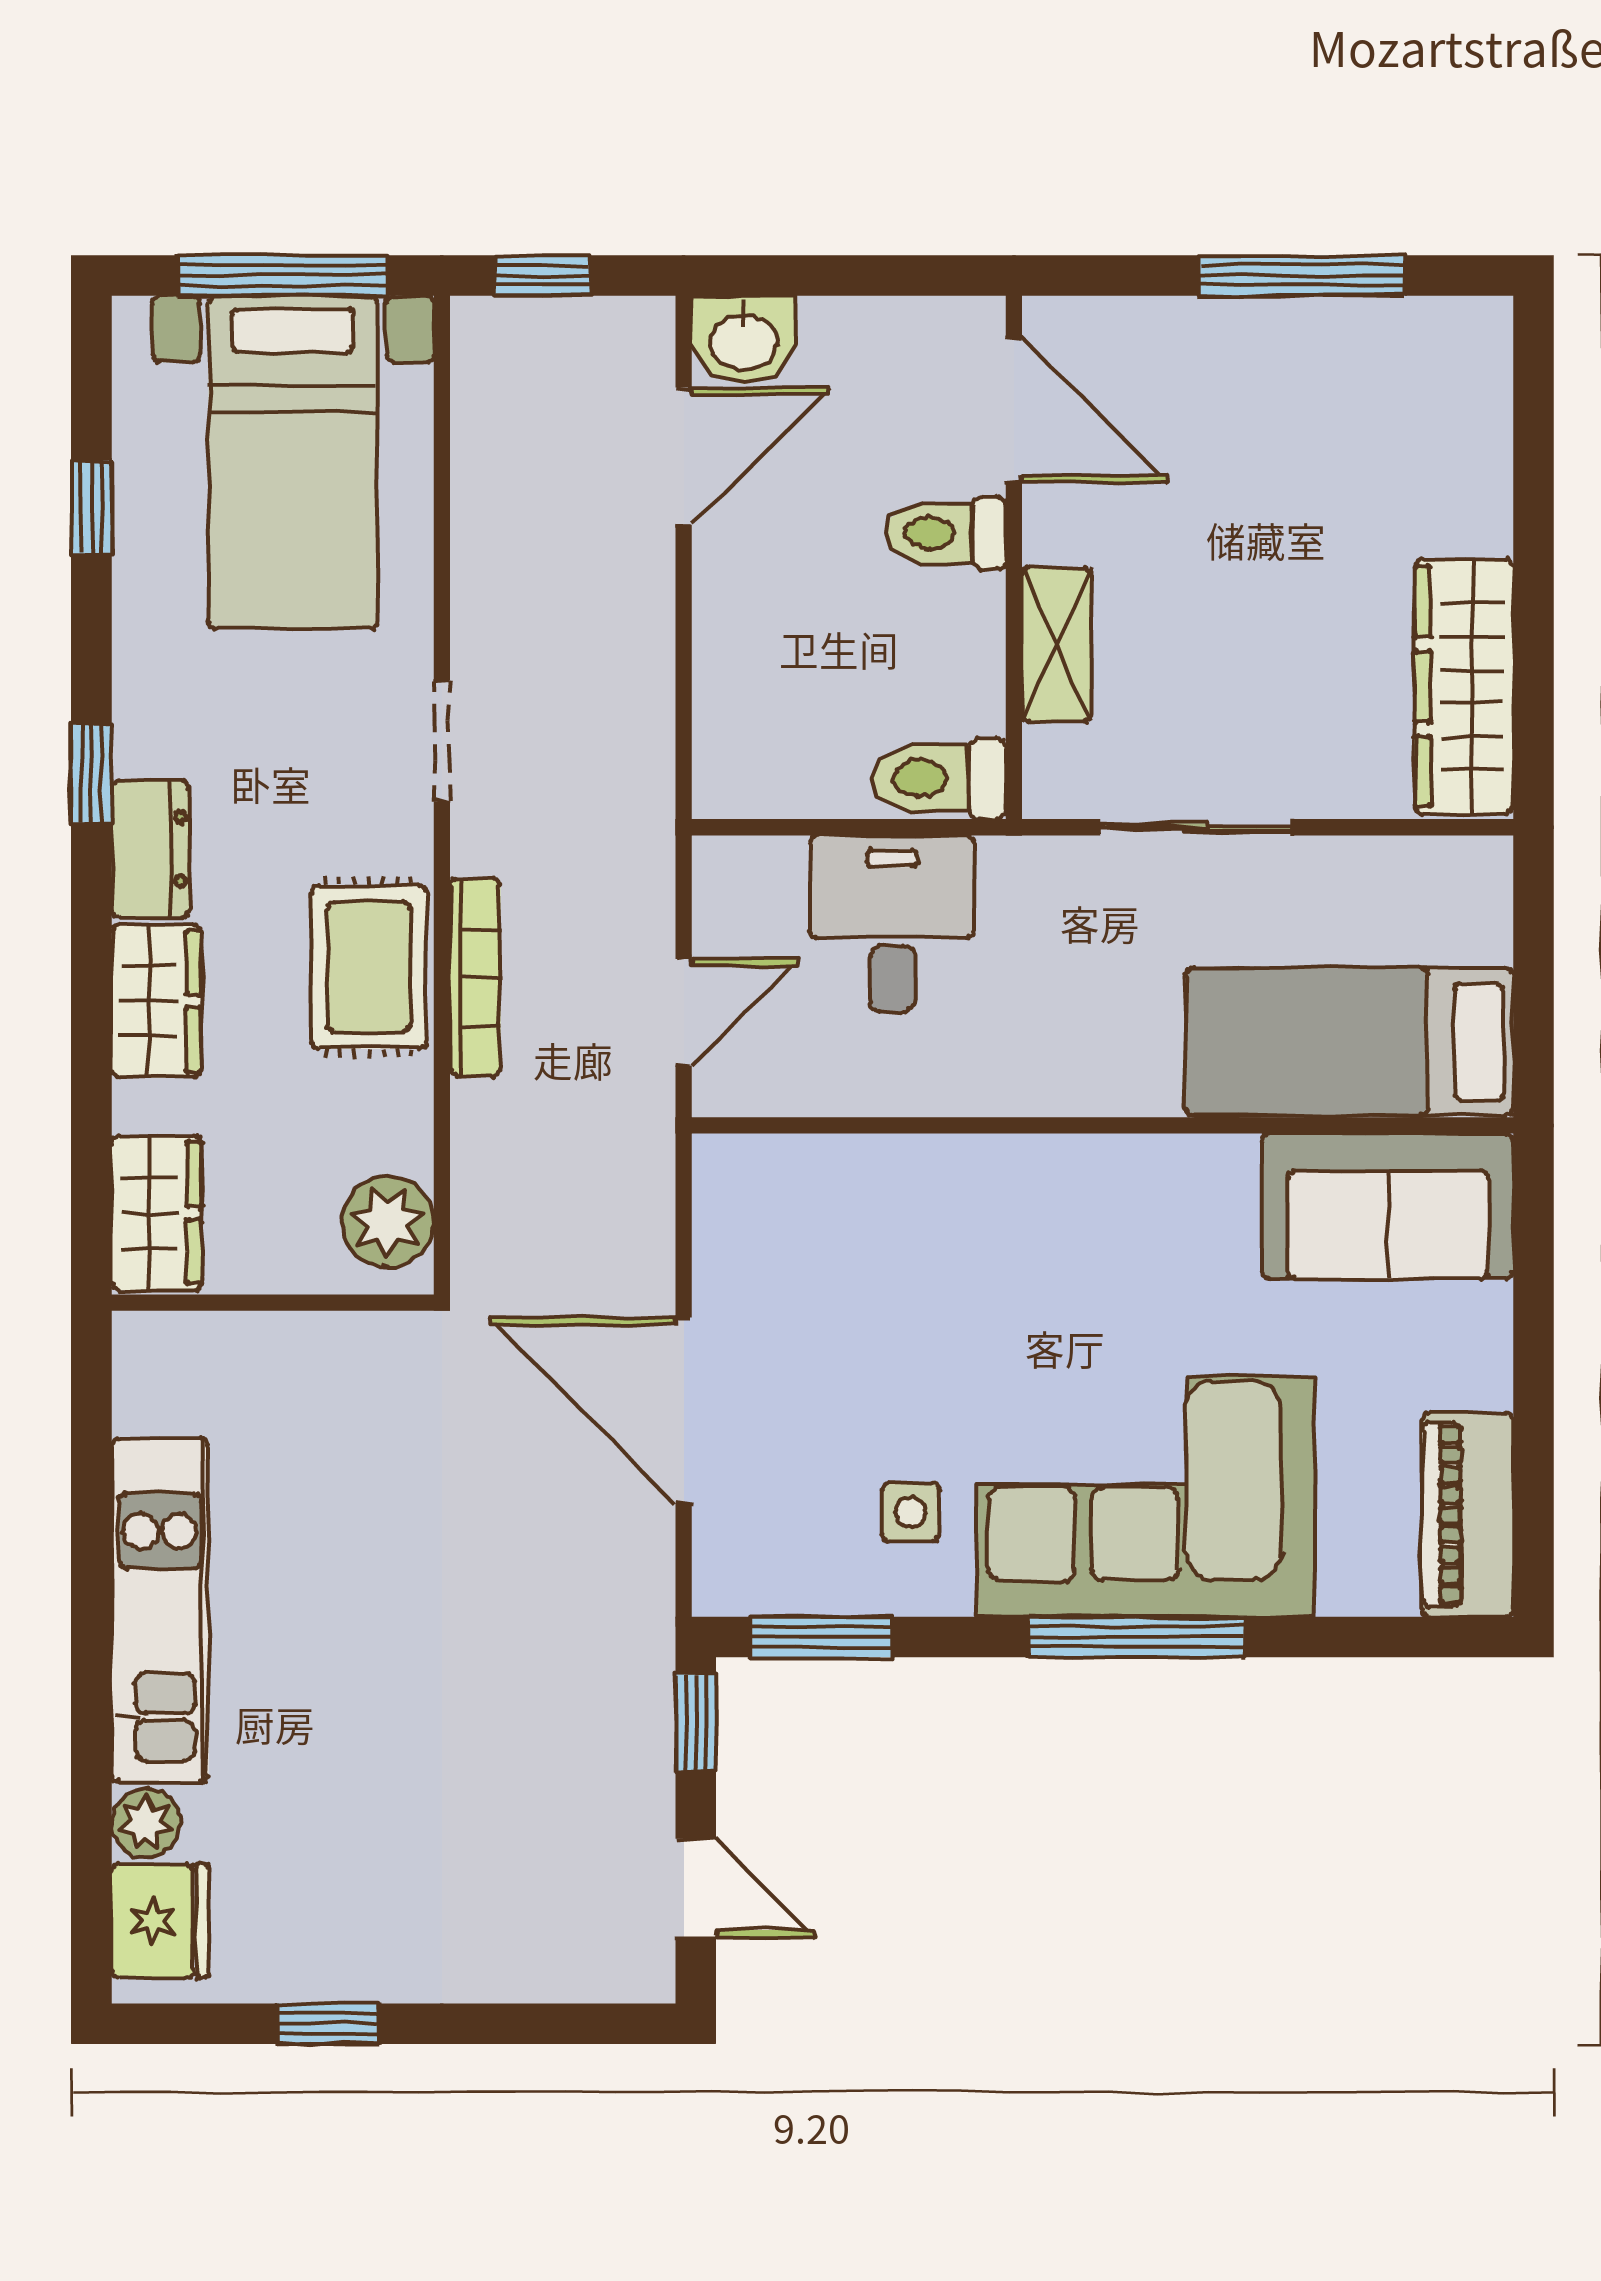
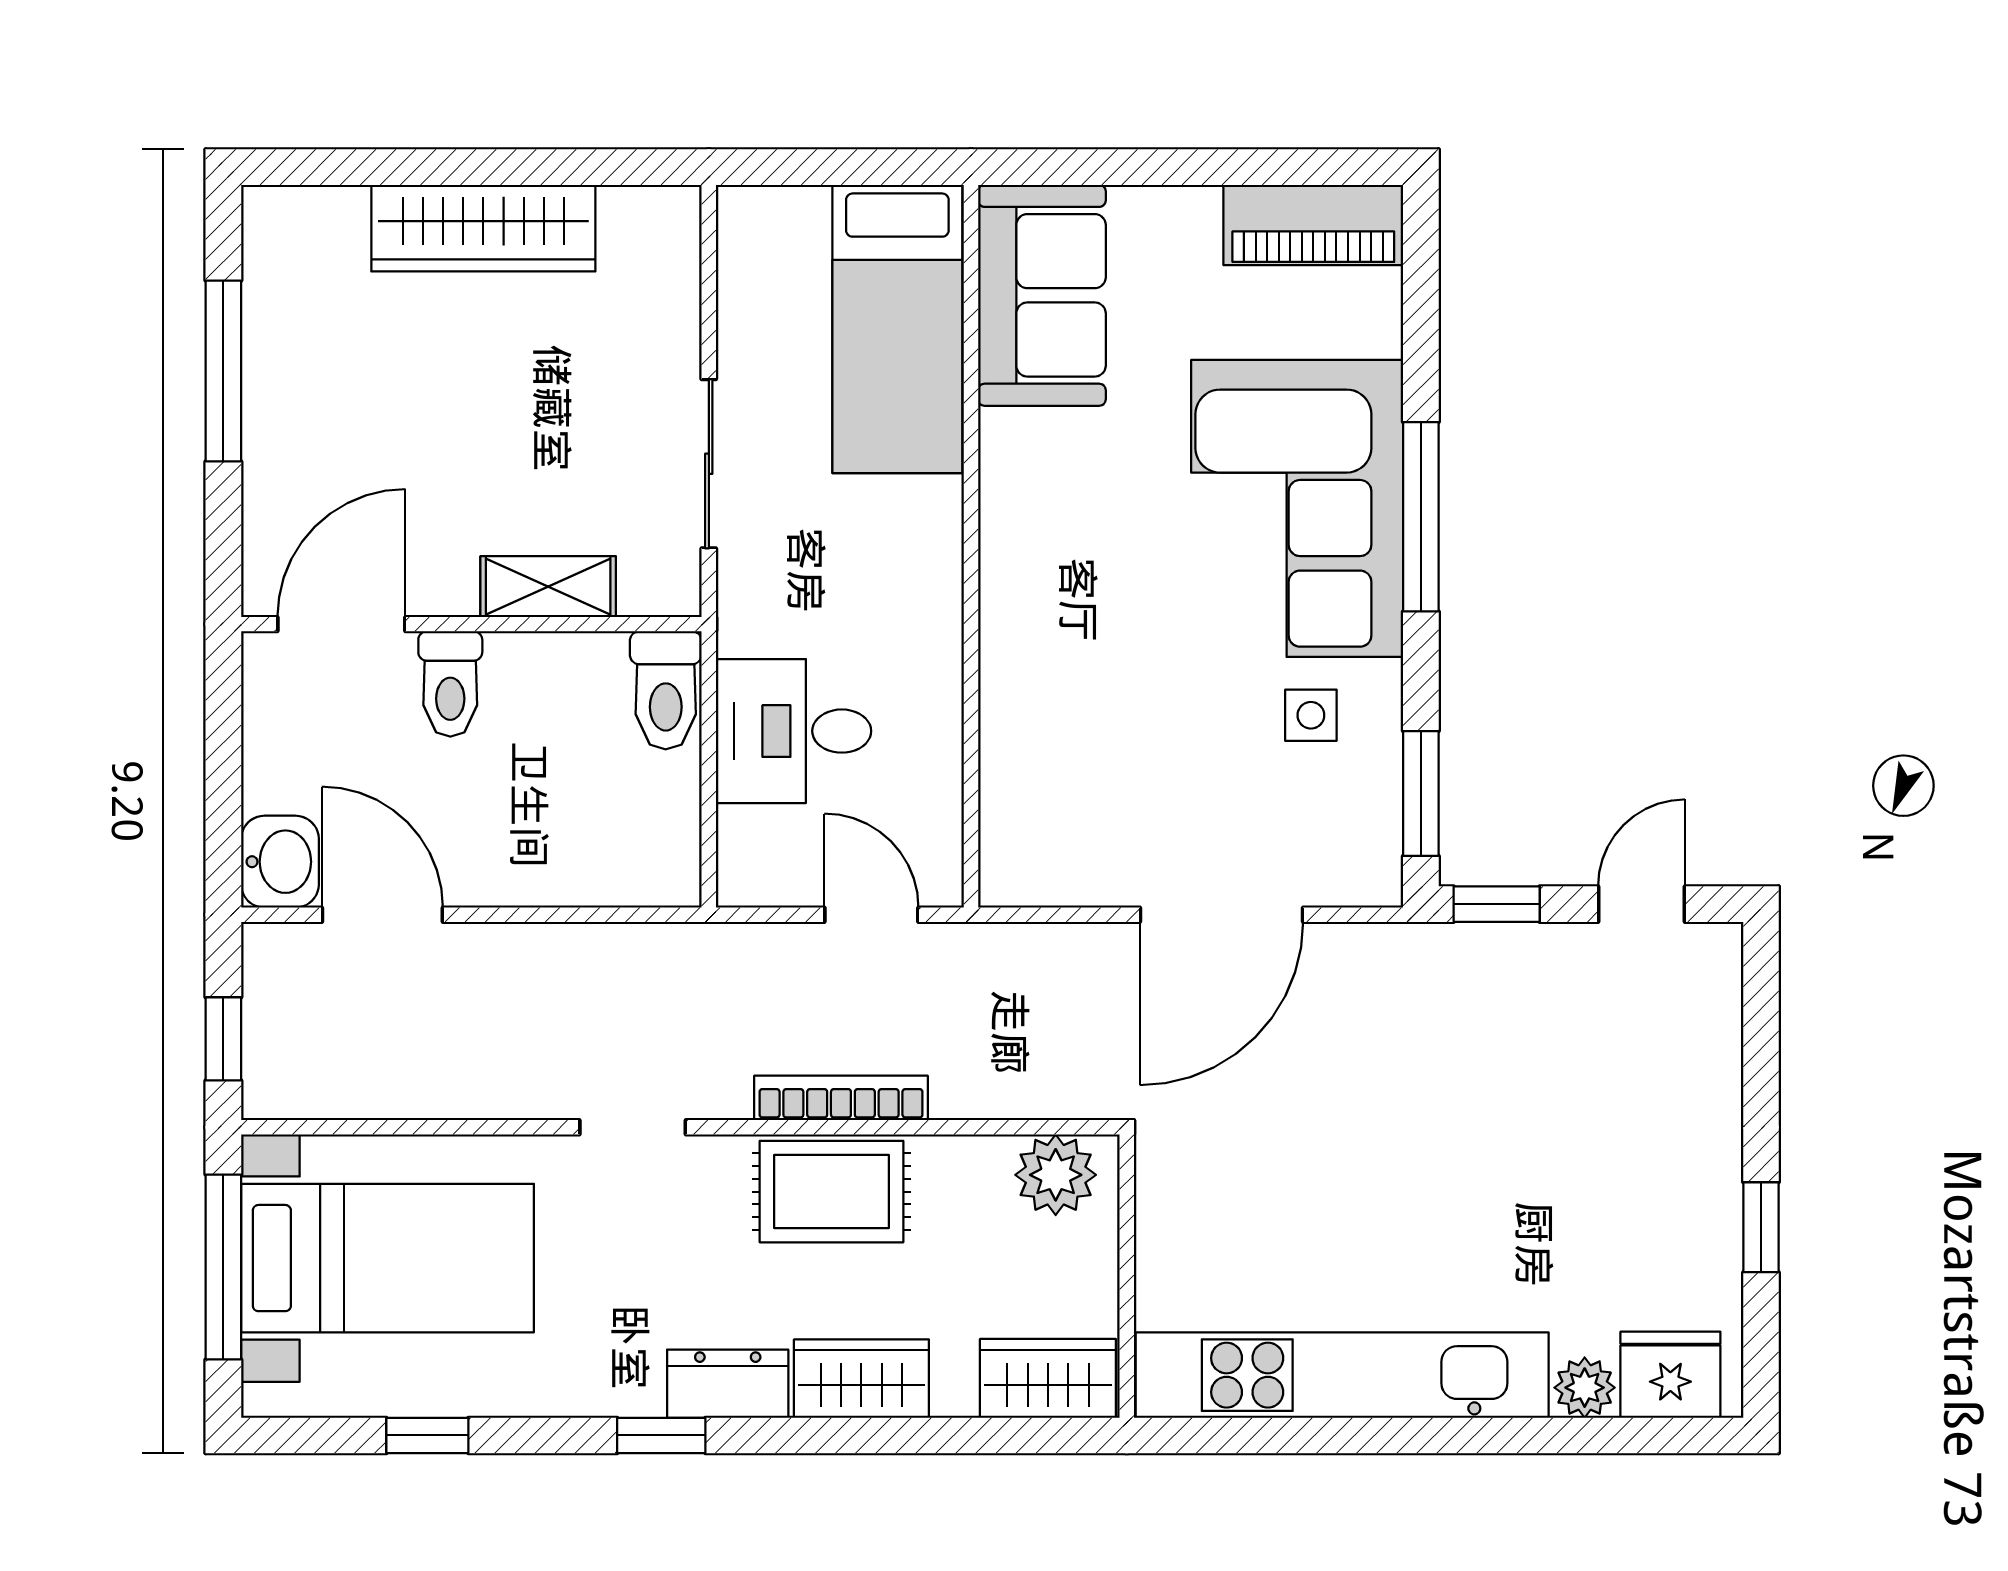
wardrobe: (1464, 687) -> (483, 228), moved
kitchen unit: (160, 1610) -> (1342, 1375), width x1.36

